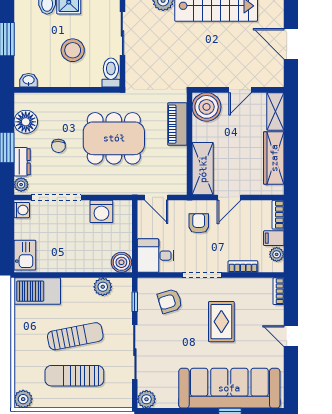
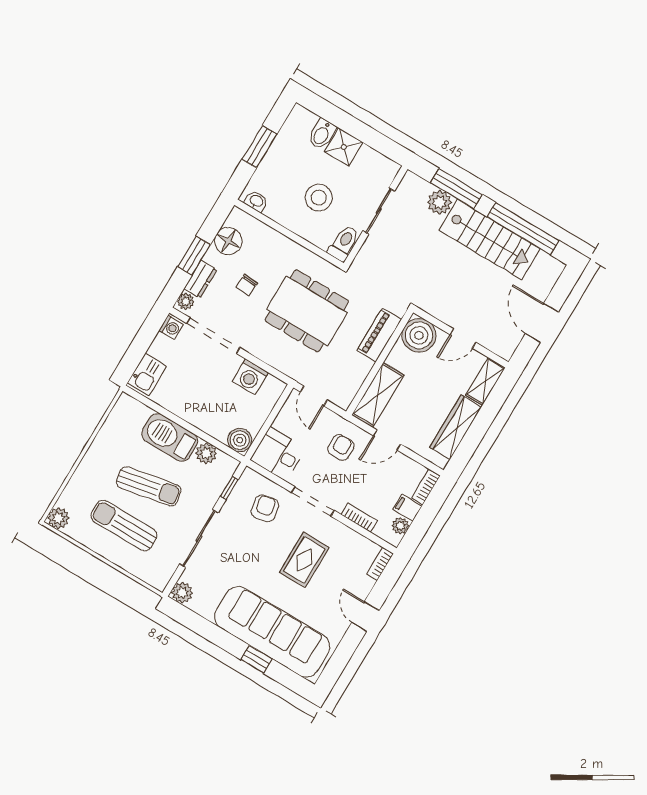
barbecue: (37, 291) -> (170, 437), moved
armchair: (170, 301) -> (265, 508), turned 95

